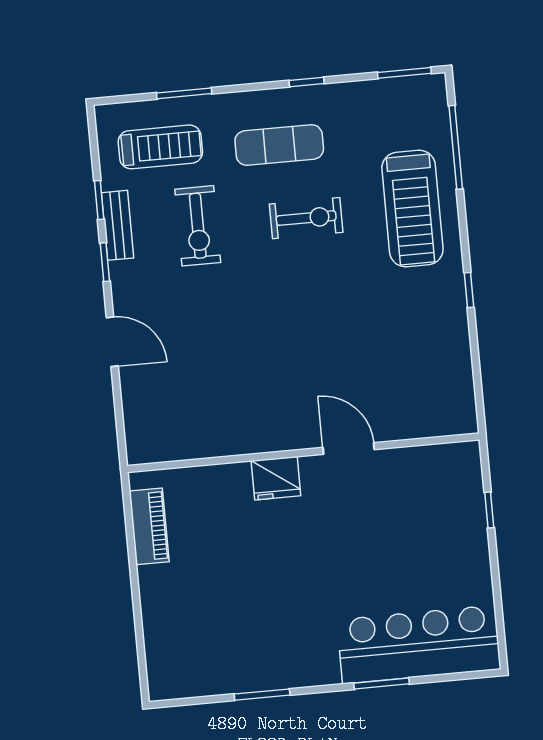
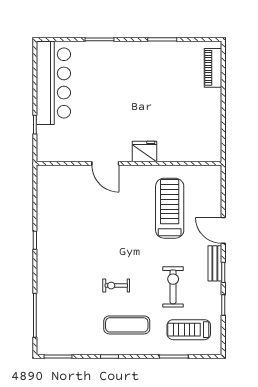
treadmill: (412, 209) -> (170, 208), moved
exercise bike: (306, 218) -> (116, 286), width x0.73, depth x0.72
bench: (118, 225) -> (215, 263), moved
piano: (149, 526) -> (213, 68), moved
bar counter: (419, 644) -> (53, 83), moved, turned -90

